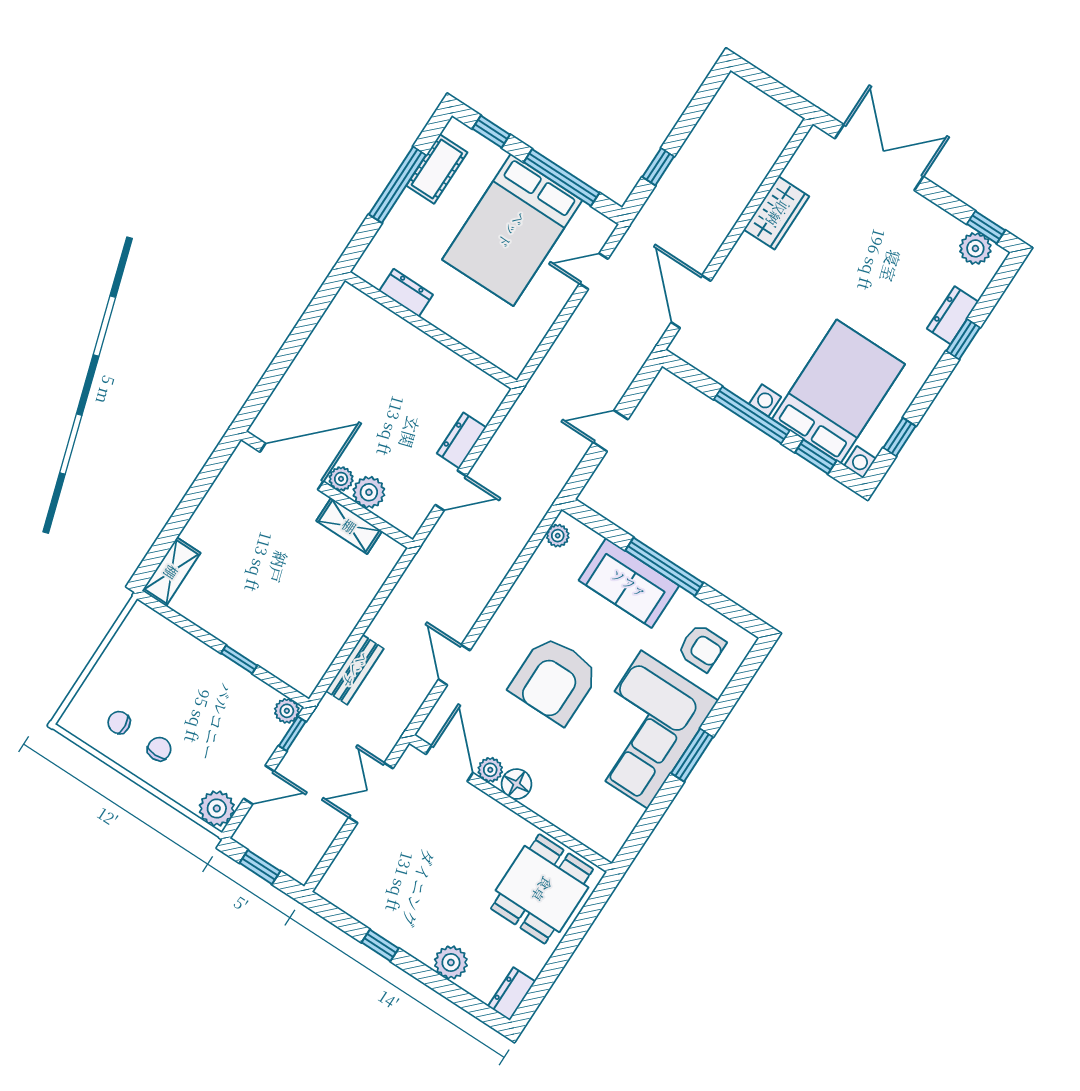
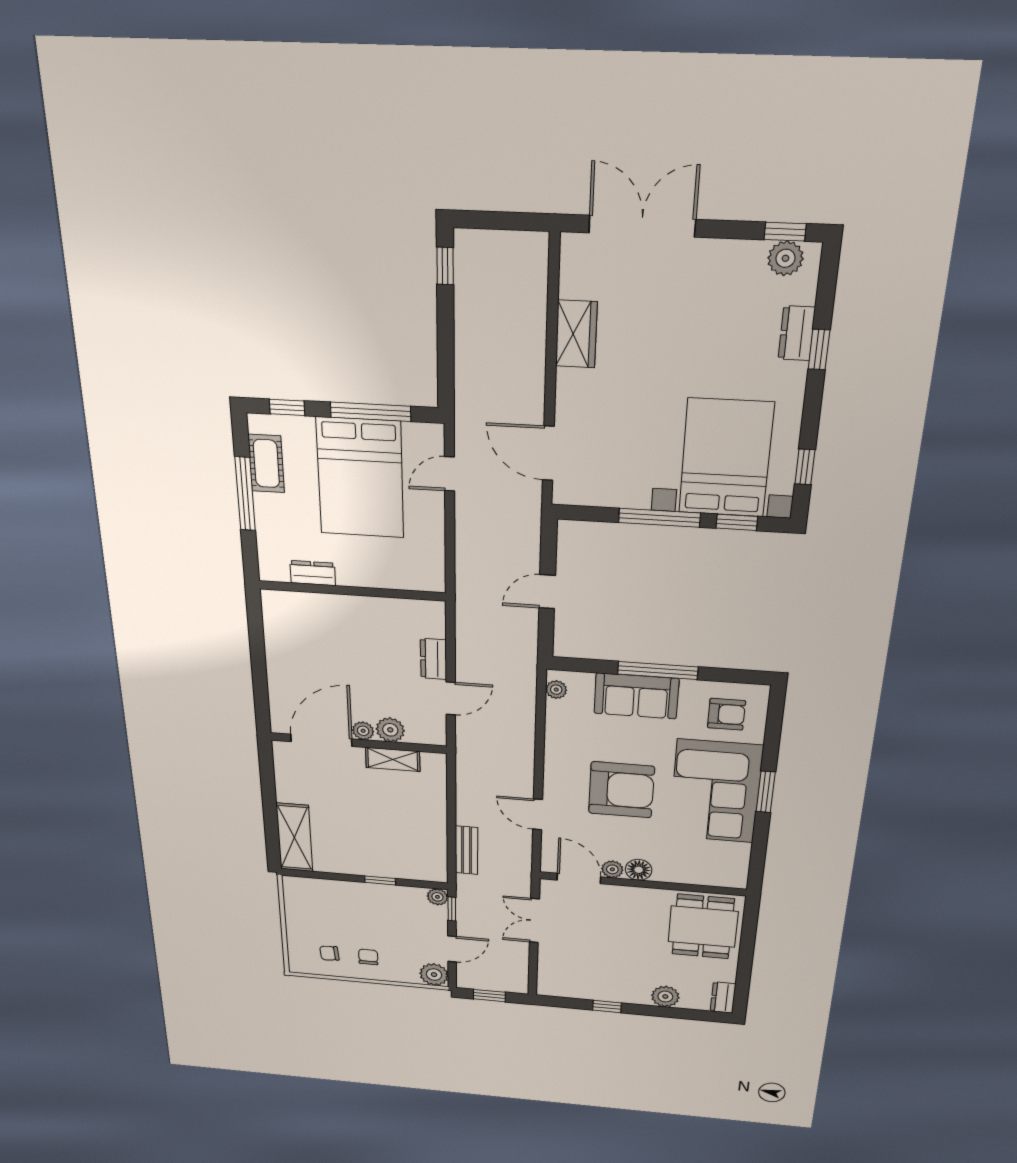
window: (658, 167) -> (445, 266), moved
shelving: (171, 572) -> (294, 837), width x1.50, depth x1.33
armchair: (554, 680) -> (621, 790), turned -90

